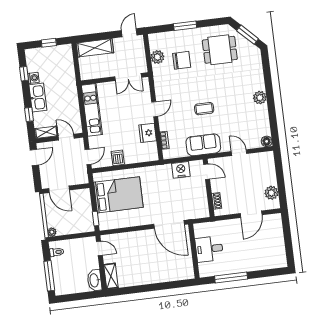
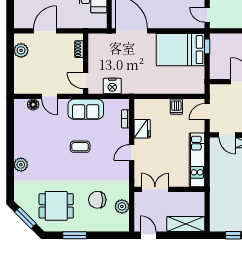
window: (185, 26) -> (75, 235), moved
door: (129, 33) -> (148, 235), swing flipped
plant: (260, 98) -> (21, 165), moved
floor lamp: (267, 141) -> (33, 105), moved
bed: (118, 195) -> (180, 50), moved

